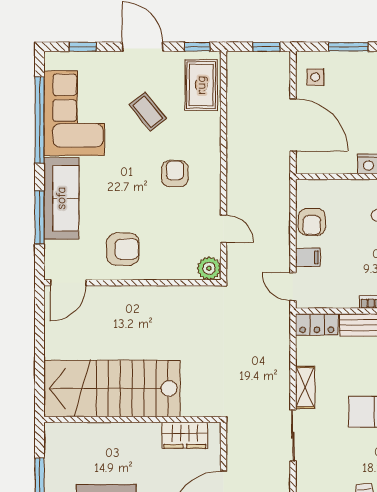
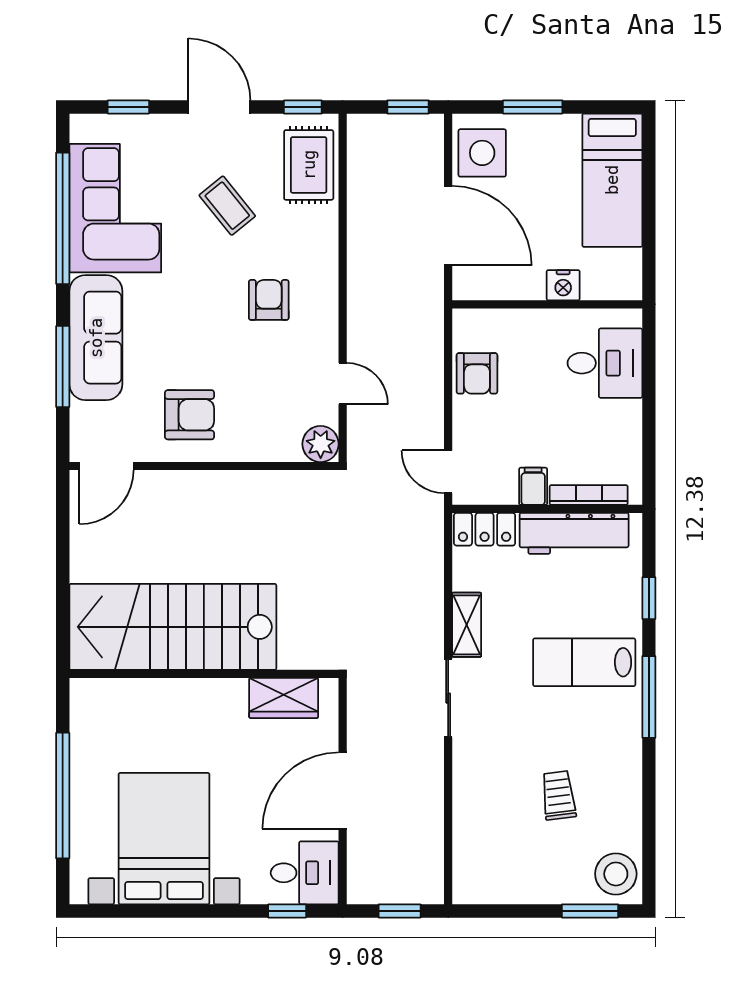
side table: (315, 77) -> (482, 153), width x1.87, depth x1.87
filing cabinet: (308, 257) -> (533, 486), moved, turned -90

